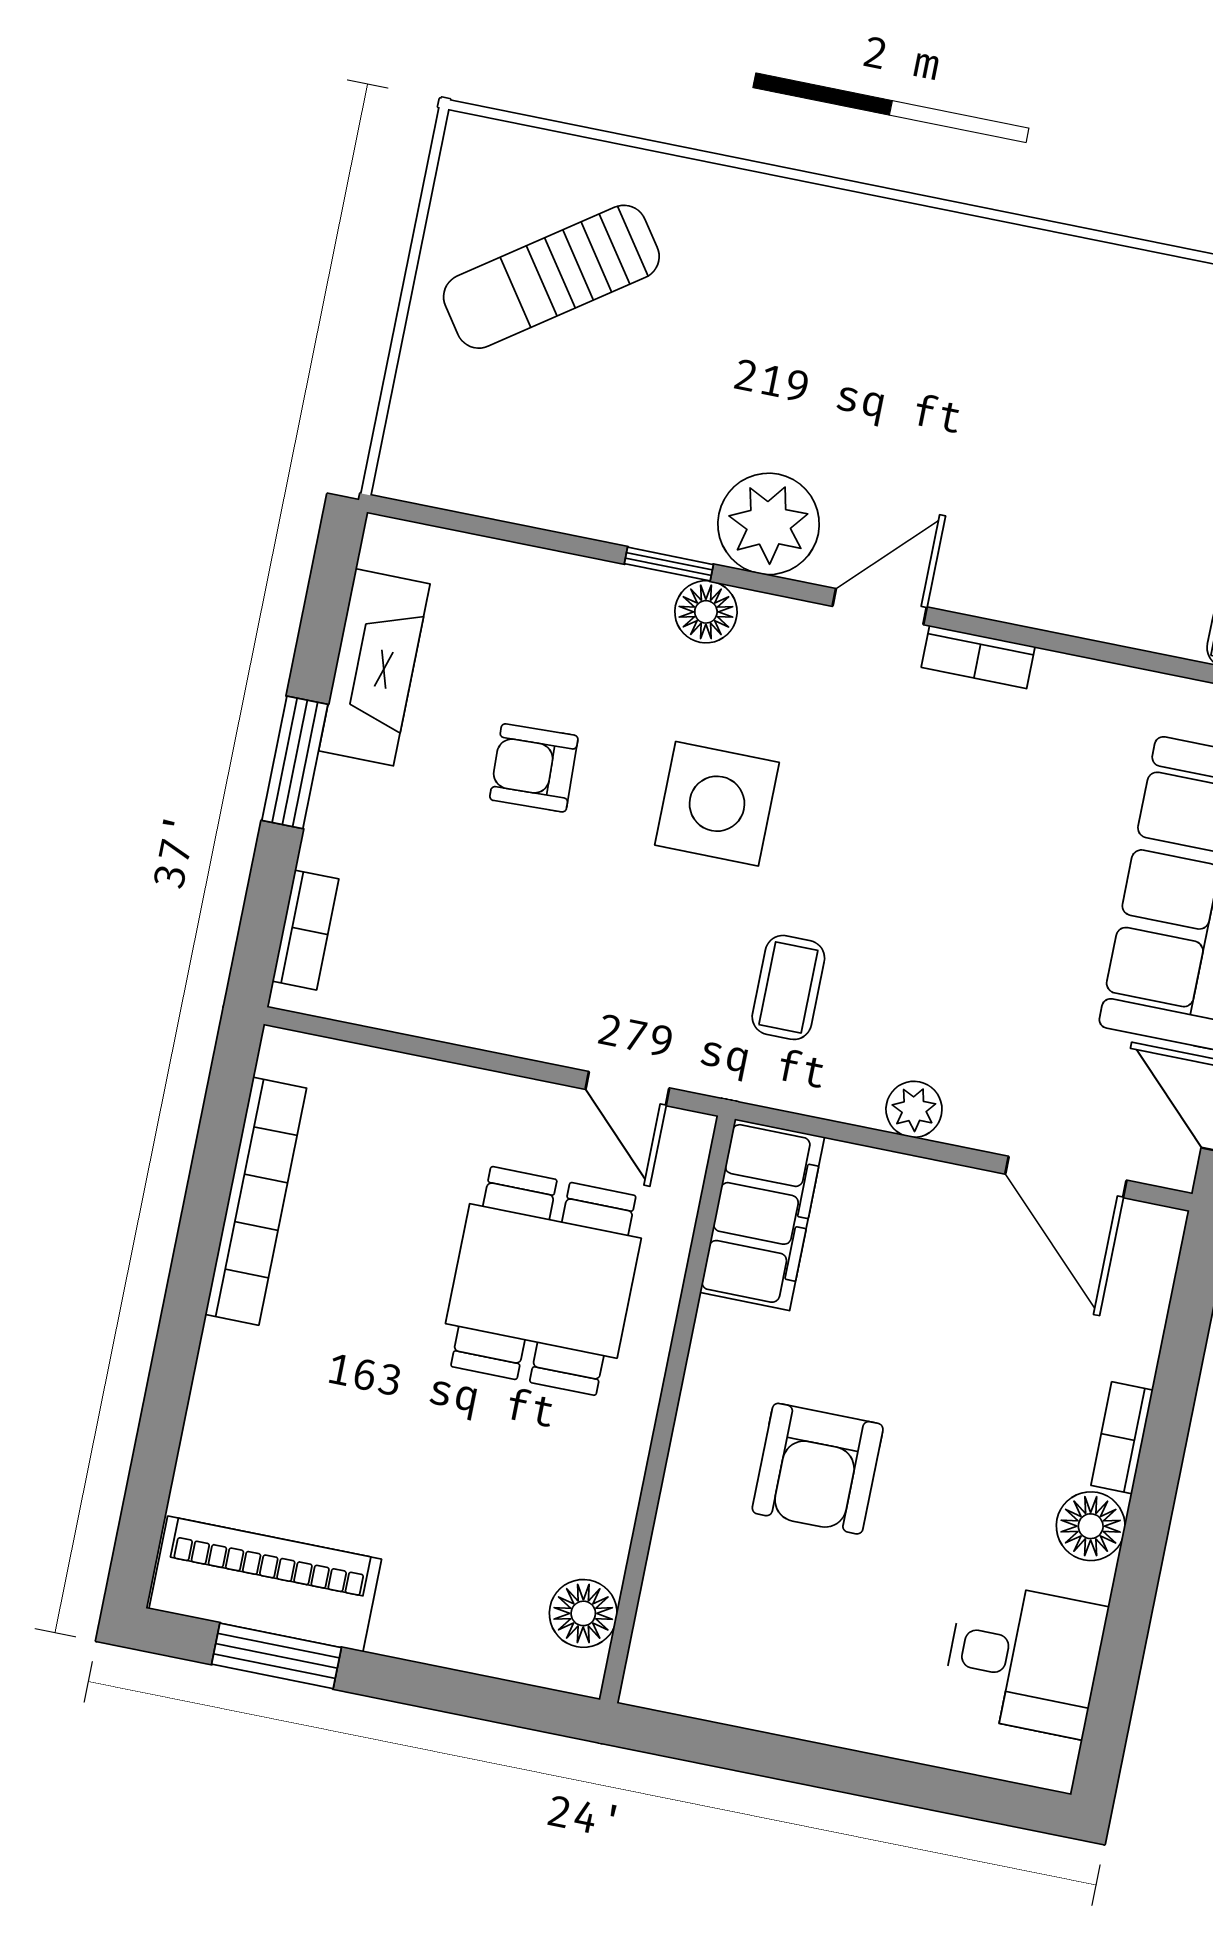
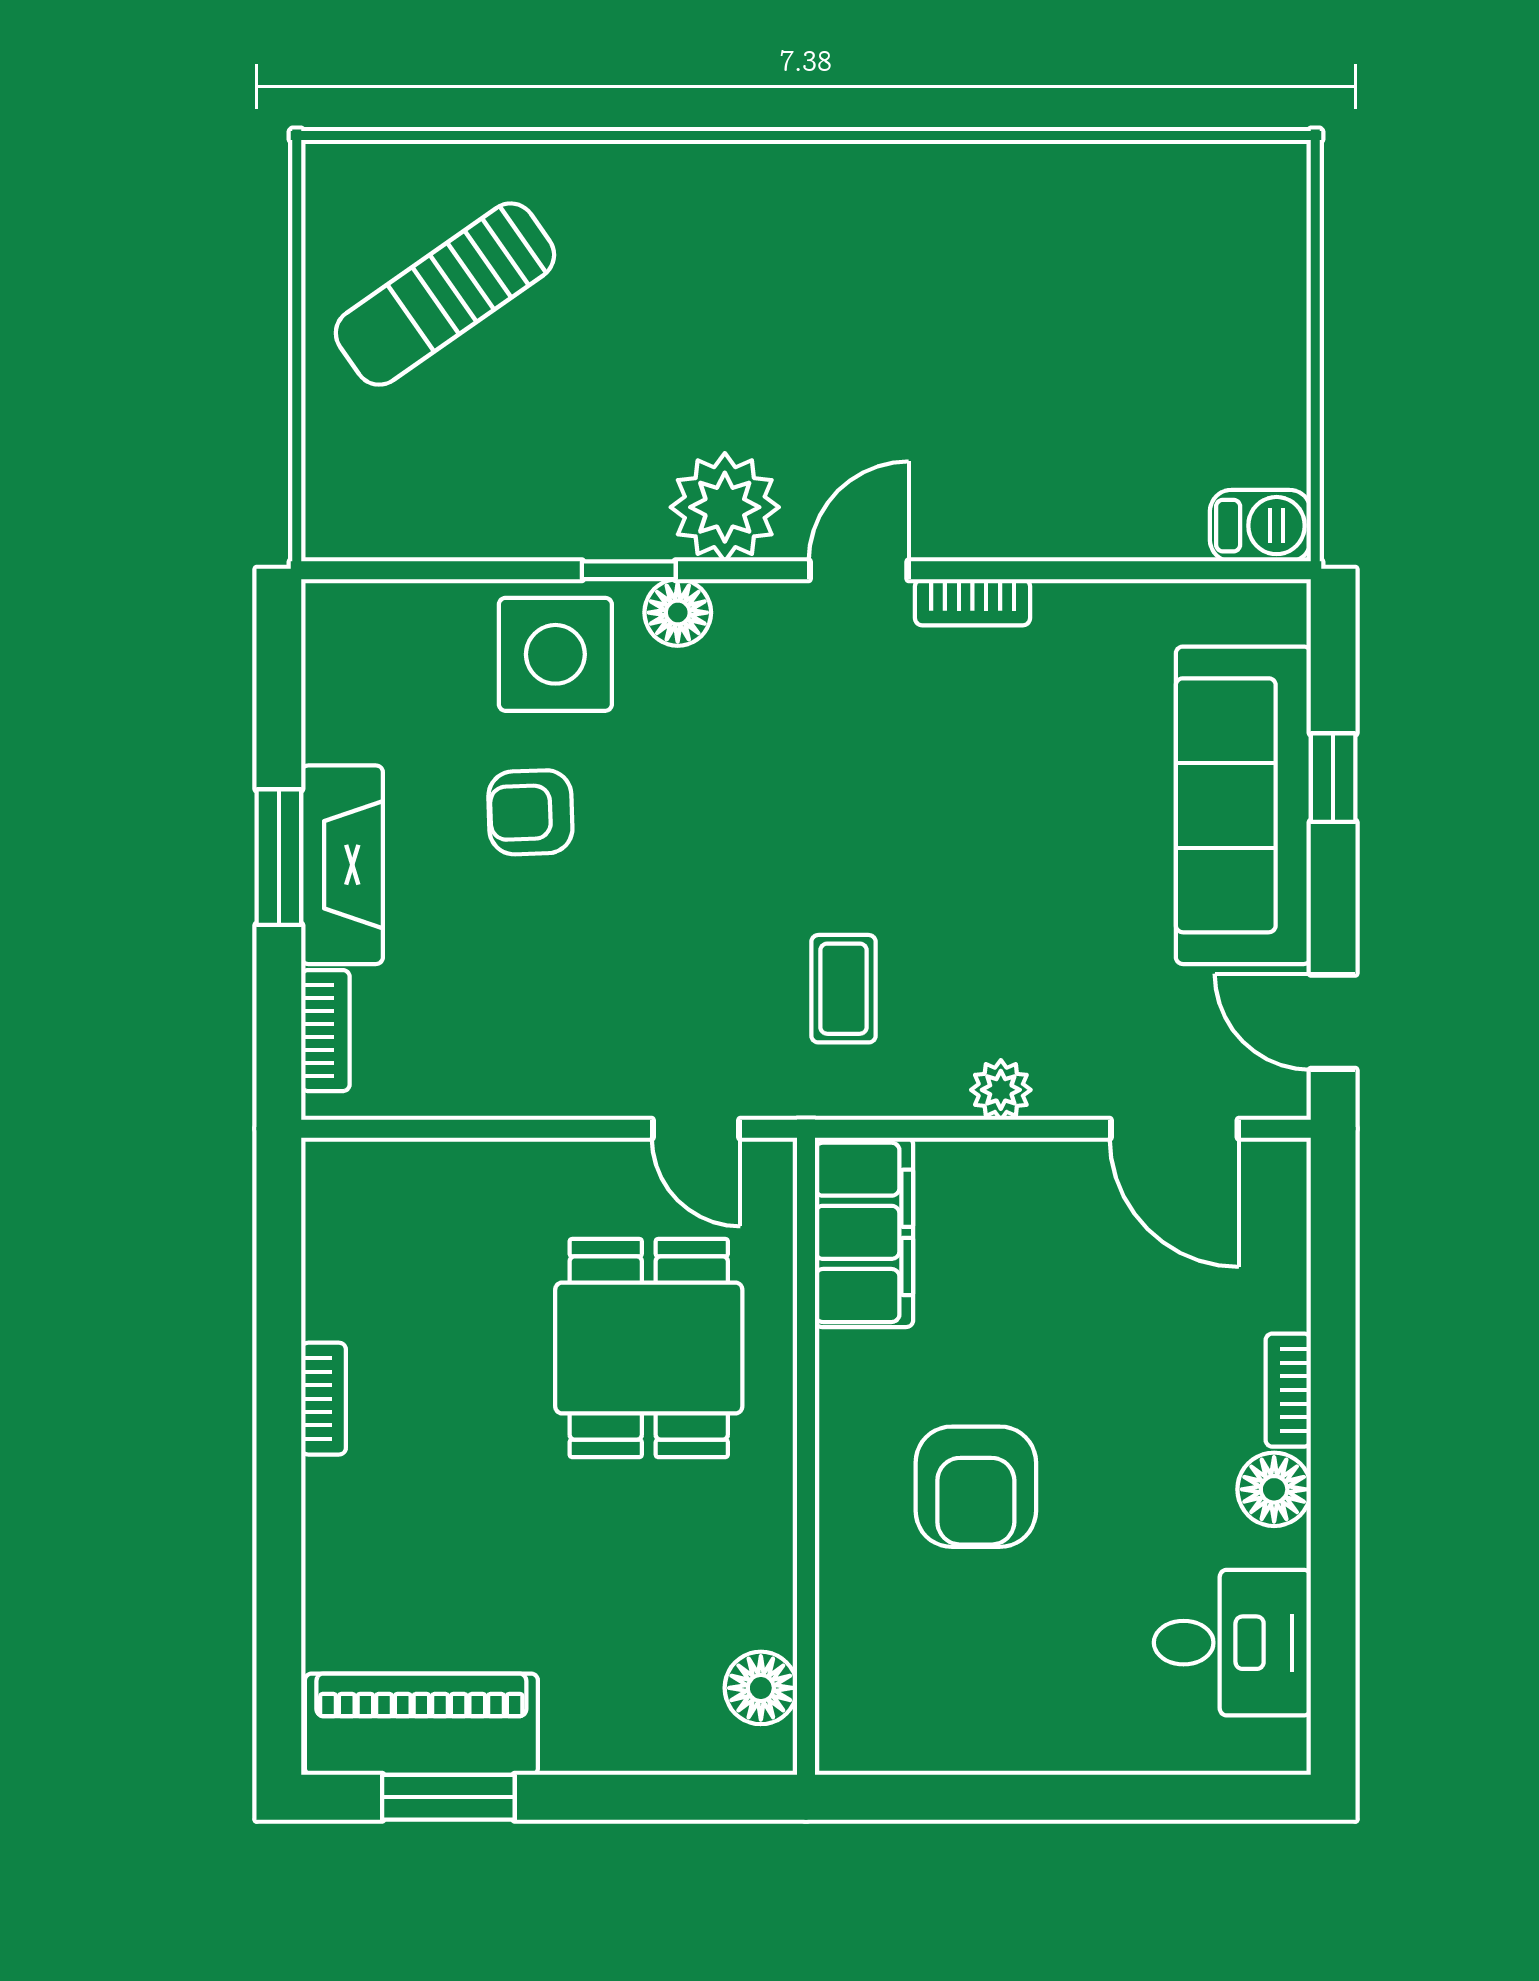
fireplace: (374, 667) -> (342, 865), moved
side table: (717, 804) -> (555, 654), moved
bookcase: (256, 1201) -> (324, 1399), width x0.43, depth x0.76

